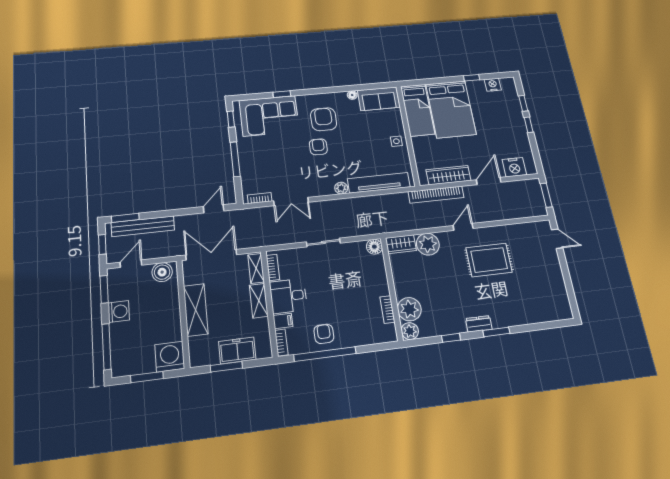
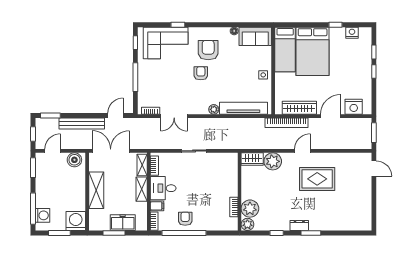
bench: (143, 226) -> (82, 123), moved
floor lamp: (374, 247) -> (232, 159), removed
washing machine: (119, 311) -> (42, 215), moved

